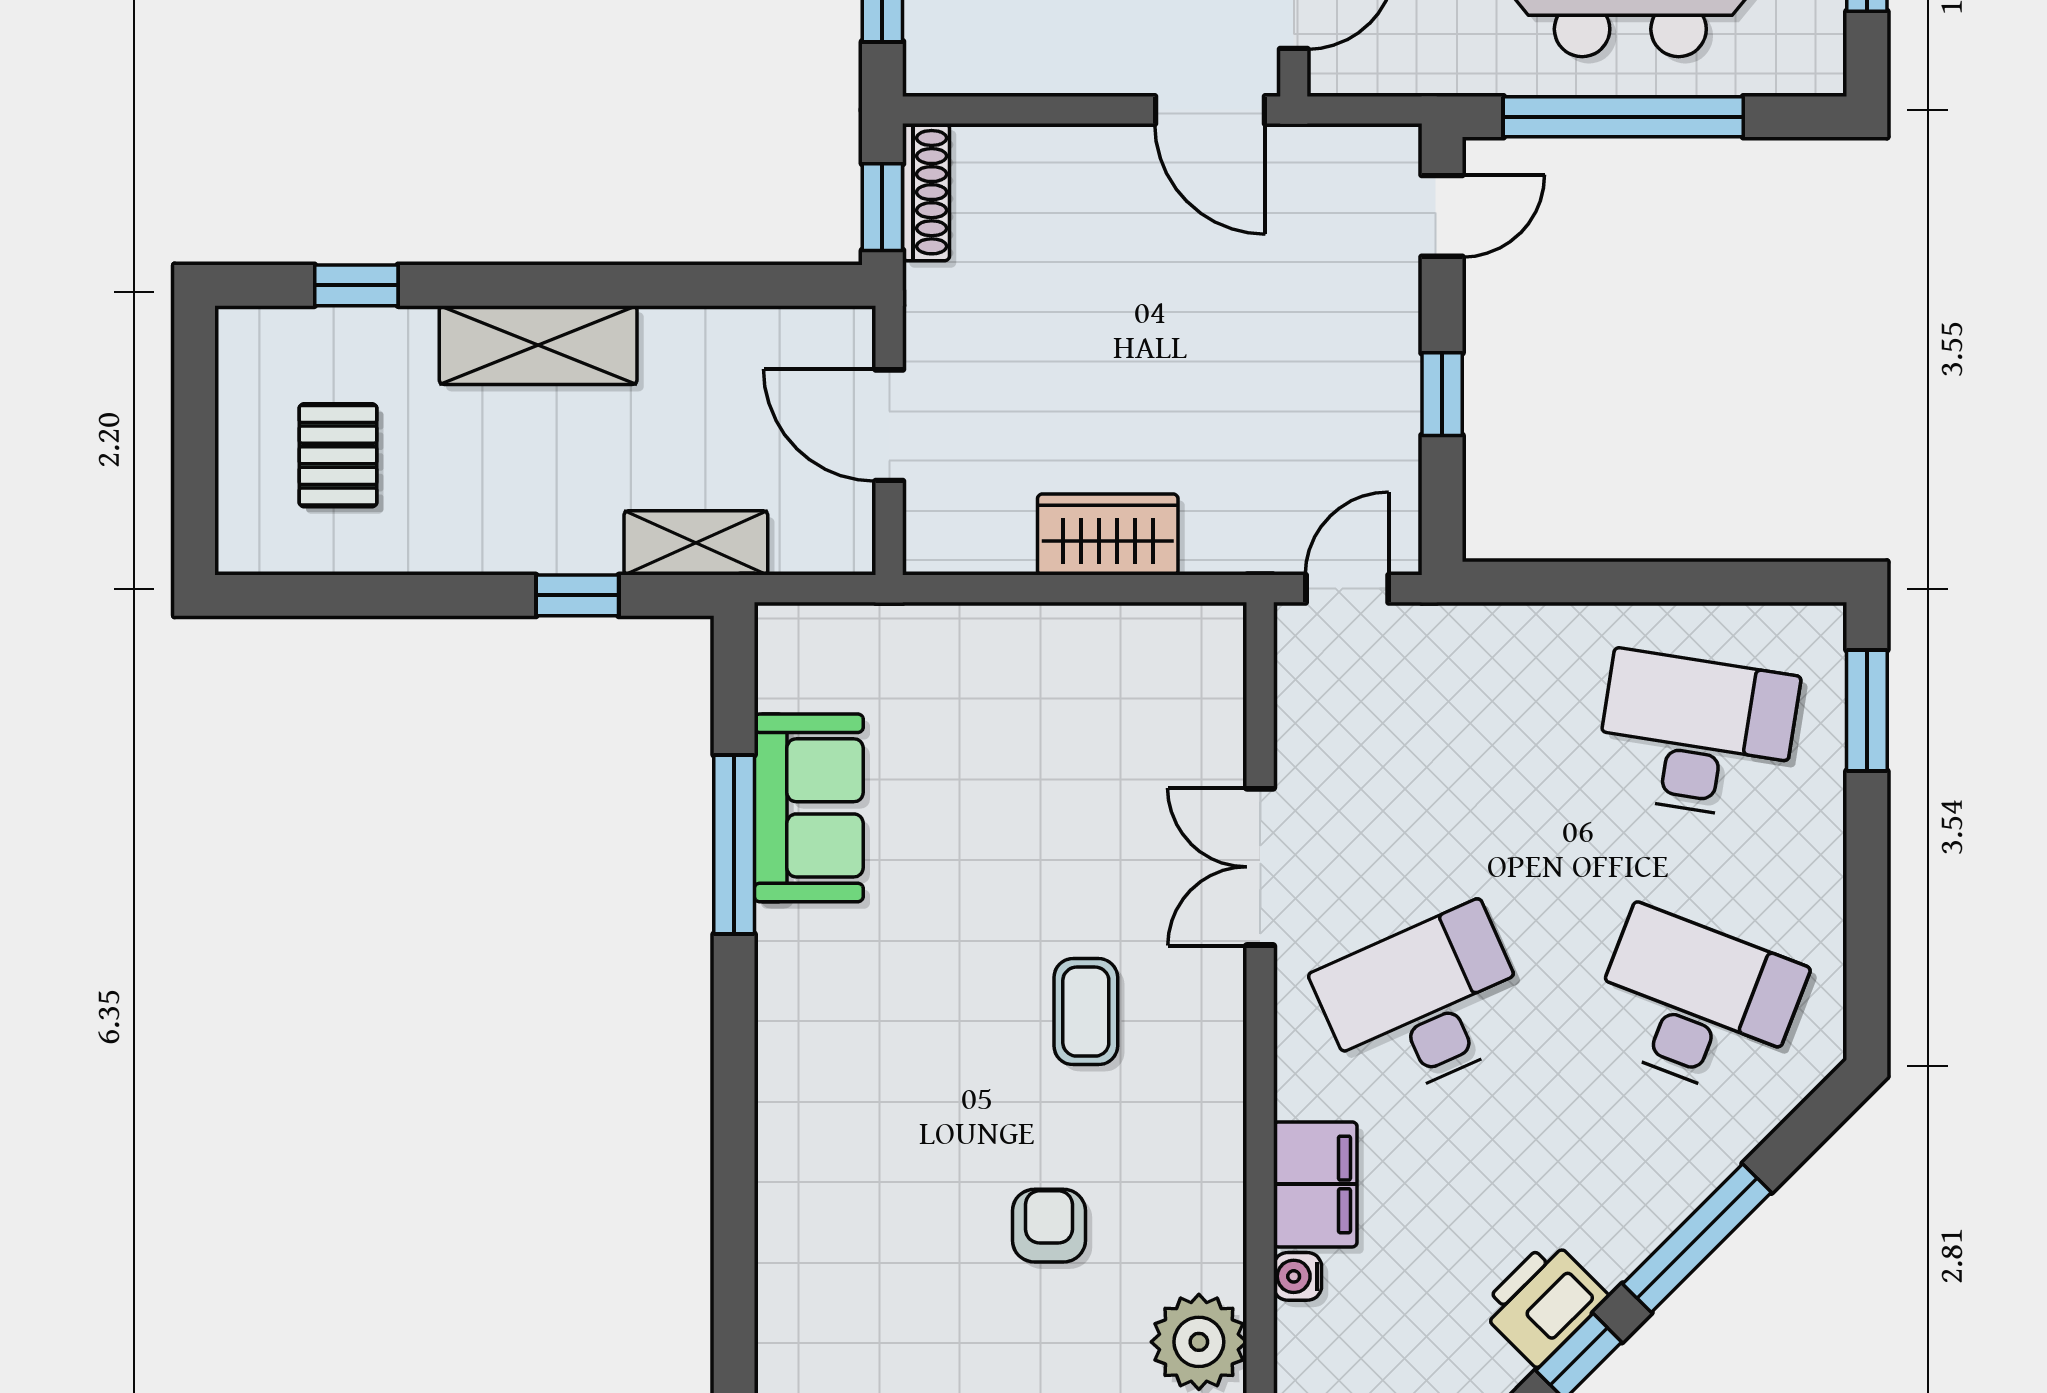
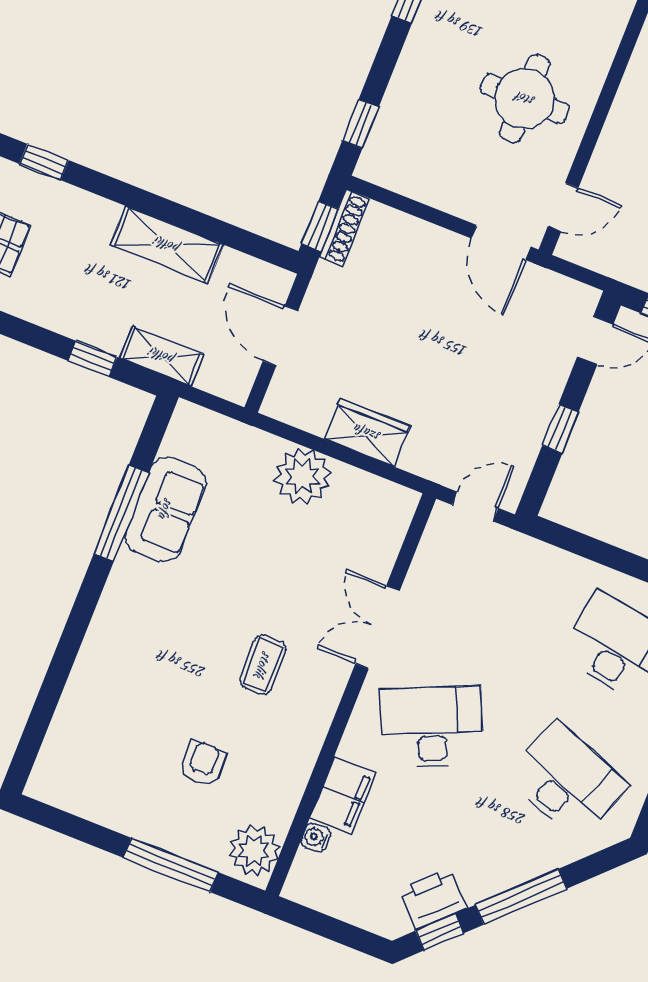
shelving: (538, 345) -> (167, 245), moved
plant: (1025, 655) -> (302, 476), added

